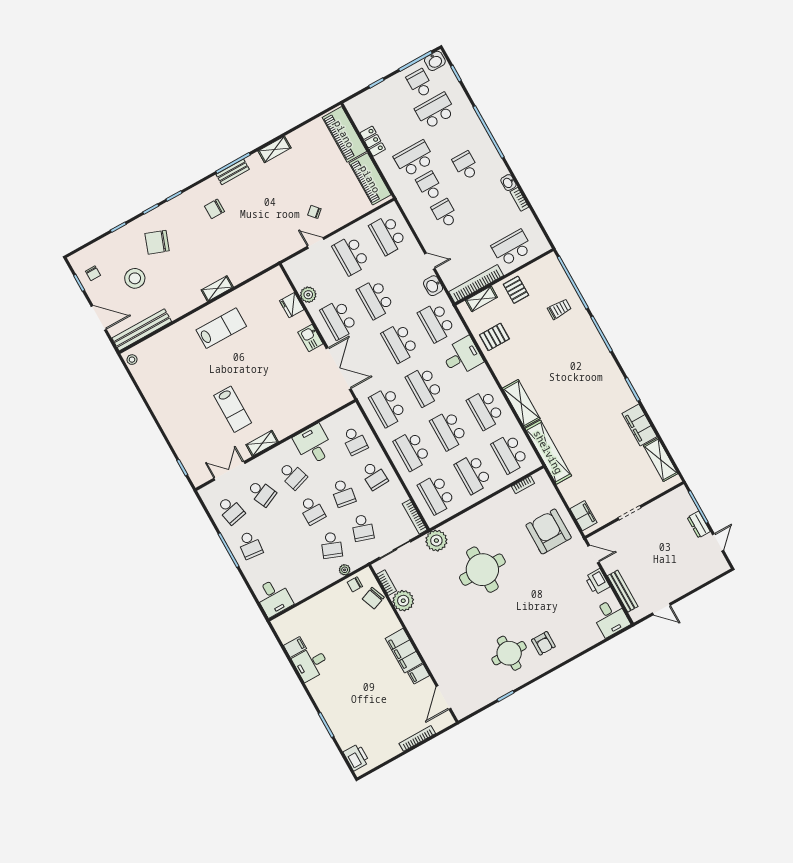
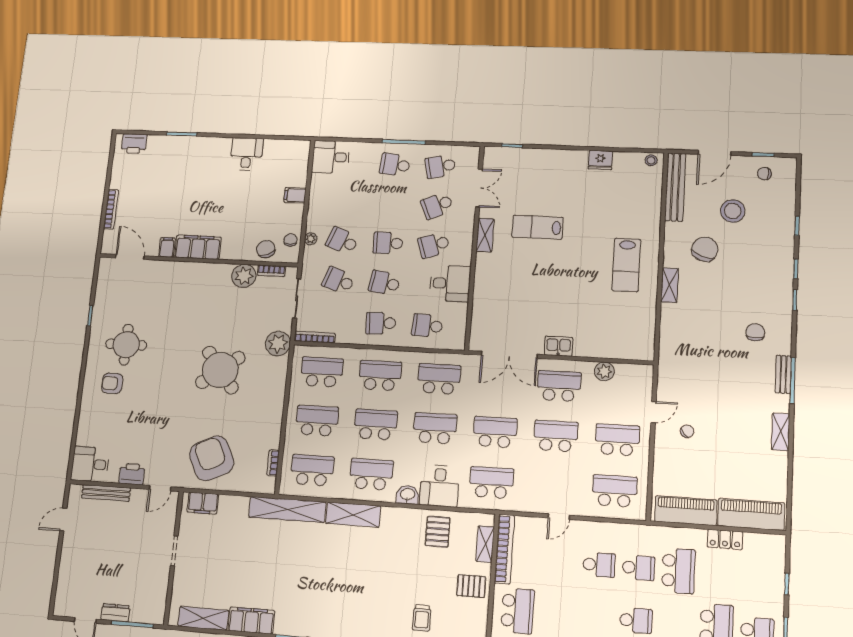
chair: (157, 242) -> (705, 249), moved
washbasin: (433, 286) -> (408, 495), moved
fridge: (292, 305) -> (600, 160), moved, turned 180
armchair: (549, 531) -> (212, 458), turned -116
round table: (482, 570) -> (220, 370), turned -38
filing cabinet: (295, 647) -> (295, 195), moved, turned 90

